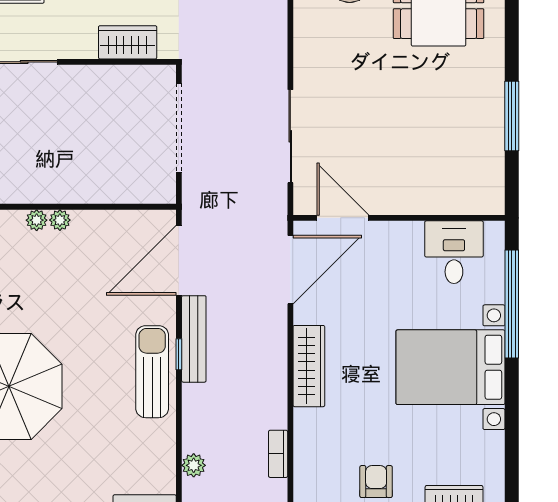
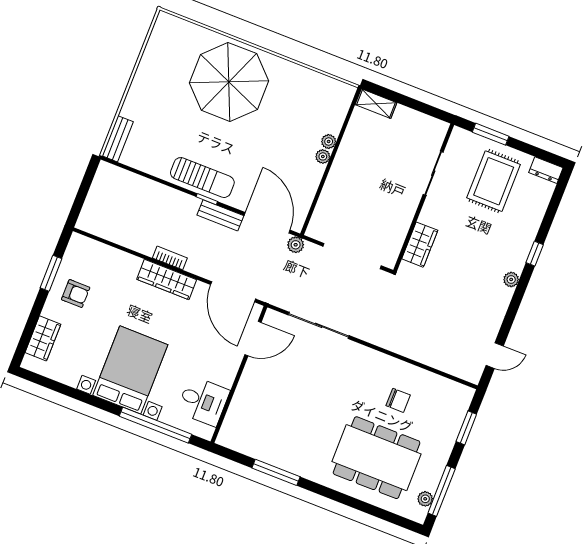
bench: (194, 339) -> (220, 215), width x0.73
bookcase: (278, 454) -> (170, 258), moved
plant: (194, 465) -> (296, 245), moved

